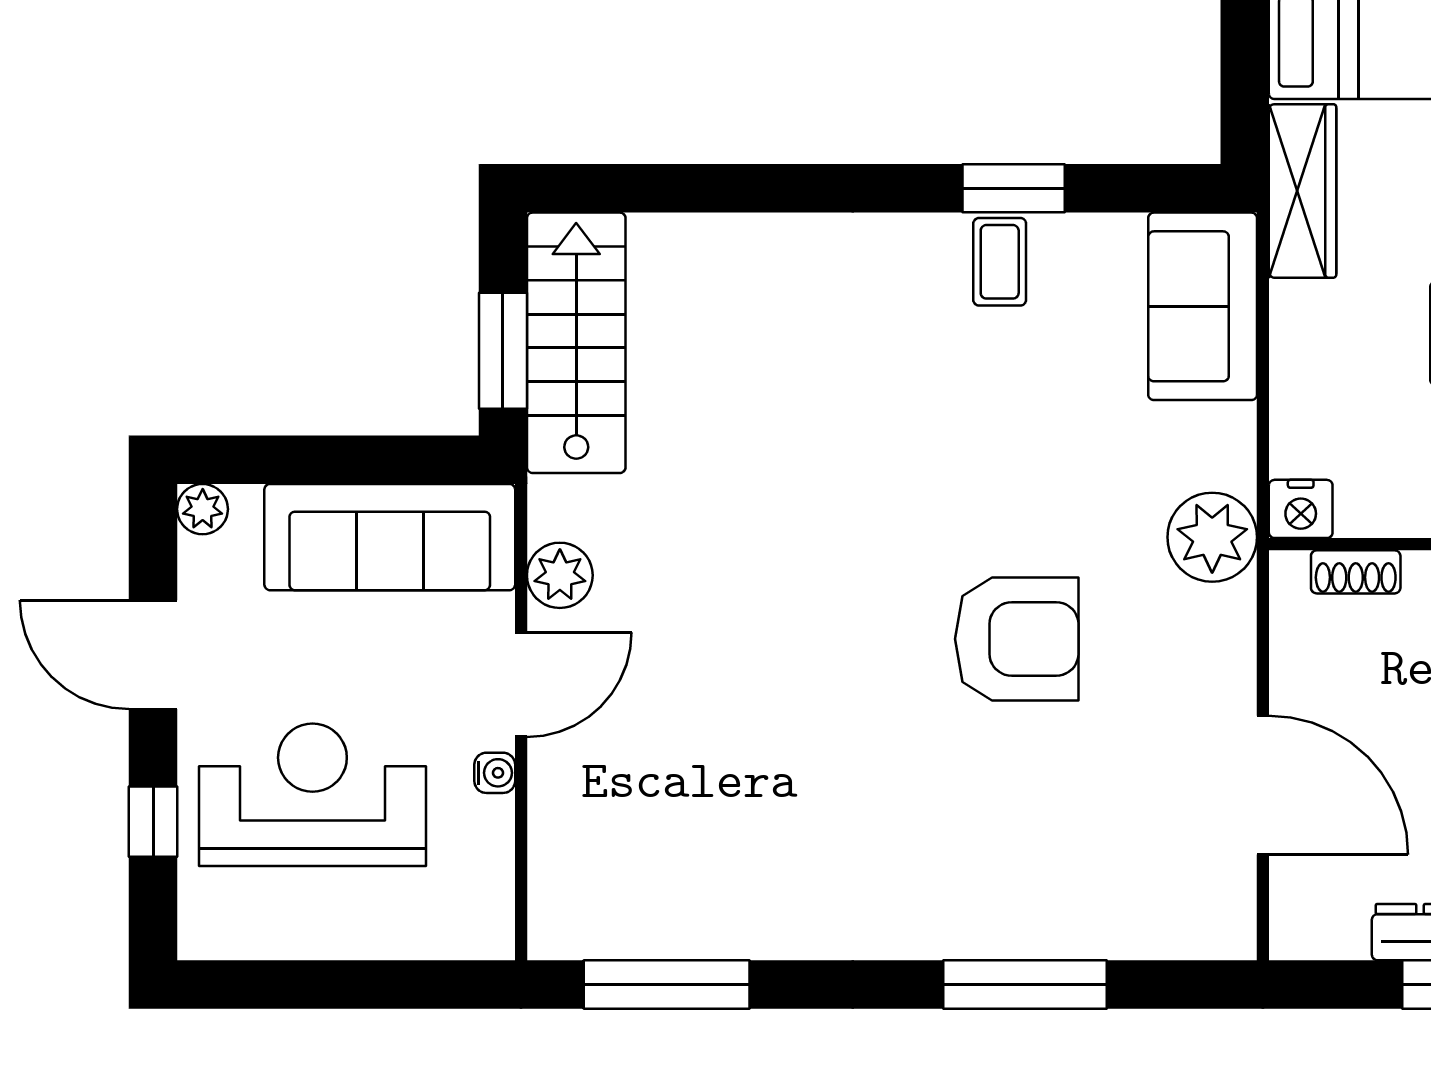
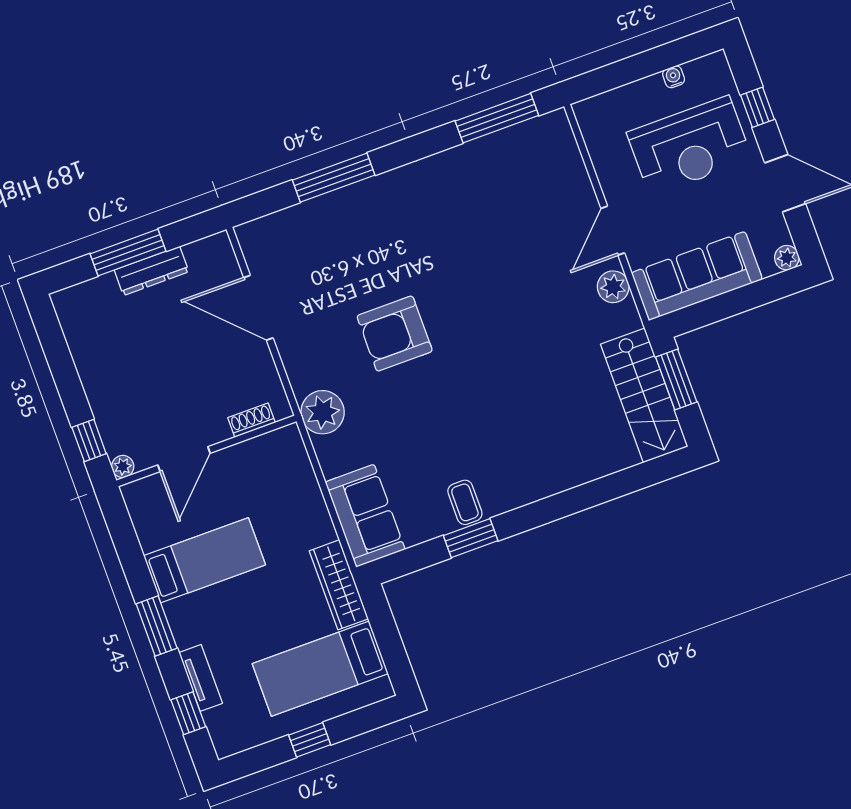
nightstand: (1301, 509) -> (287, 440), removed
water cooler: (495, 773) -> (674, 77), moved, turned 90

